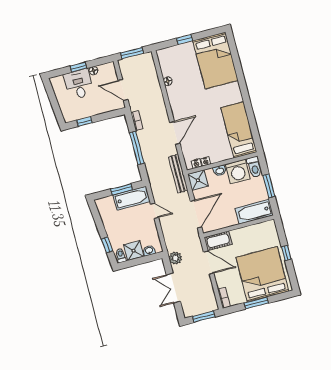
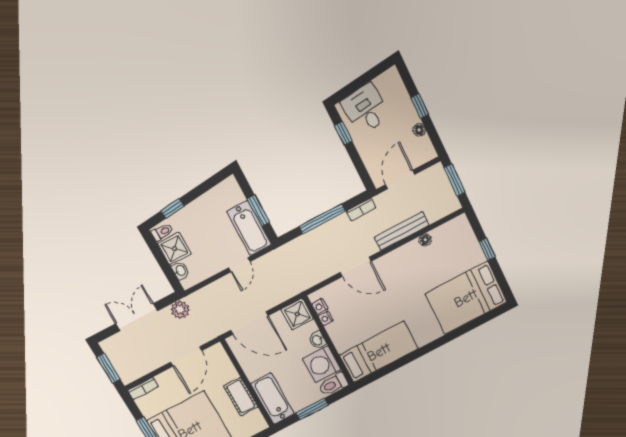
desk: (79, 84) -> (366, 109), moved, turned -96
bench: (178, 174) -> (402, 231), moved
cot: (218, 241) -> (241, 397), moved

